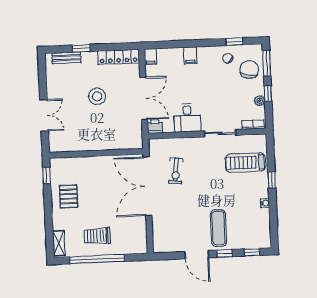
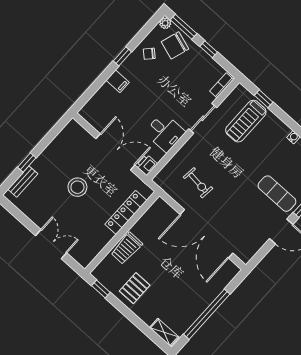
window: (235, 42) -> (122, 56), moved
locker: (118, 57) -> (126, 212), moved, turned 180
filing cabinet: (150, 57) -> (87, 114), removed
chair: (249, 70) -> (175, 45), turned -82
plant: (260, 101) -> (165, 23), moved
window: (272, 180) -> (264, 99), moved
double door: (147, 186) -> (206, 234), moved
pallet: (69, 196) -> (135, 288), turned 90
trolley: (97, 236) -> (127, 248), moved

